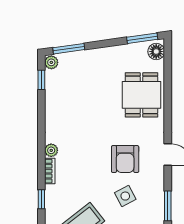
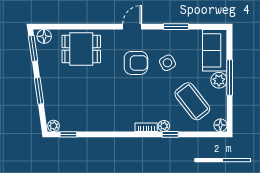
window: (69, 49) -> (39, 91), moved
plant: (51, 150) -> (164, 126), moved

